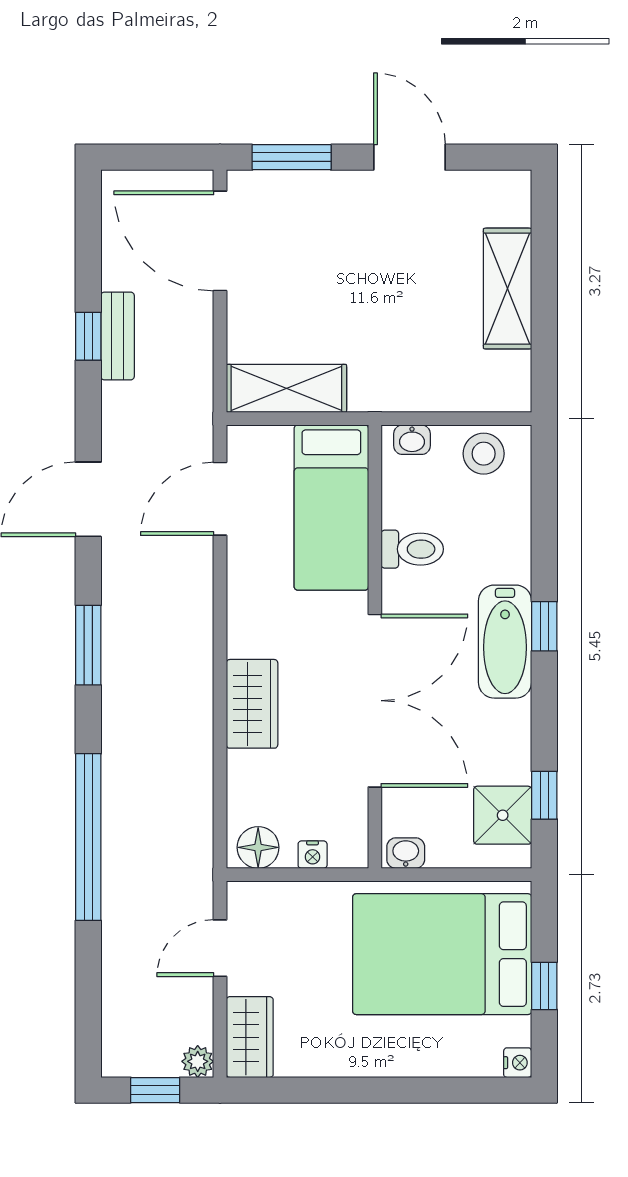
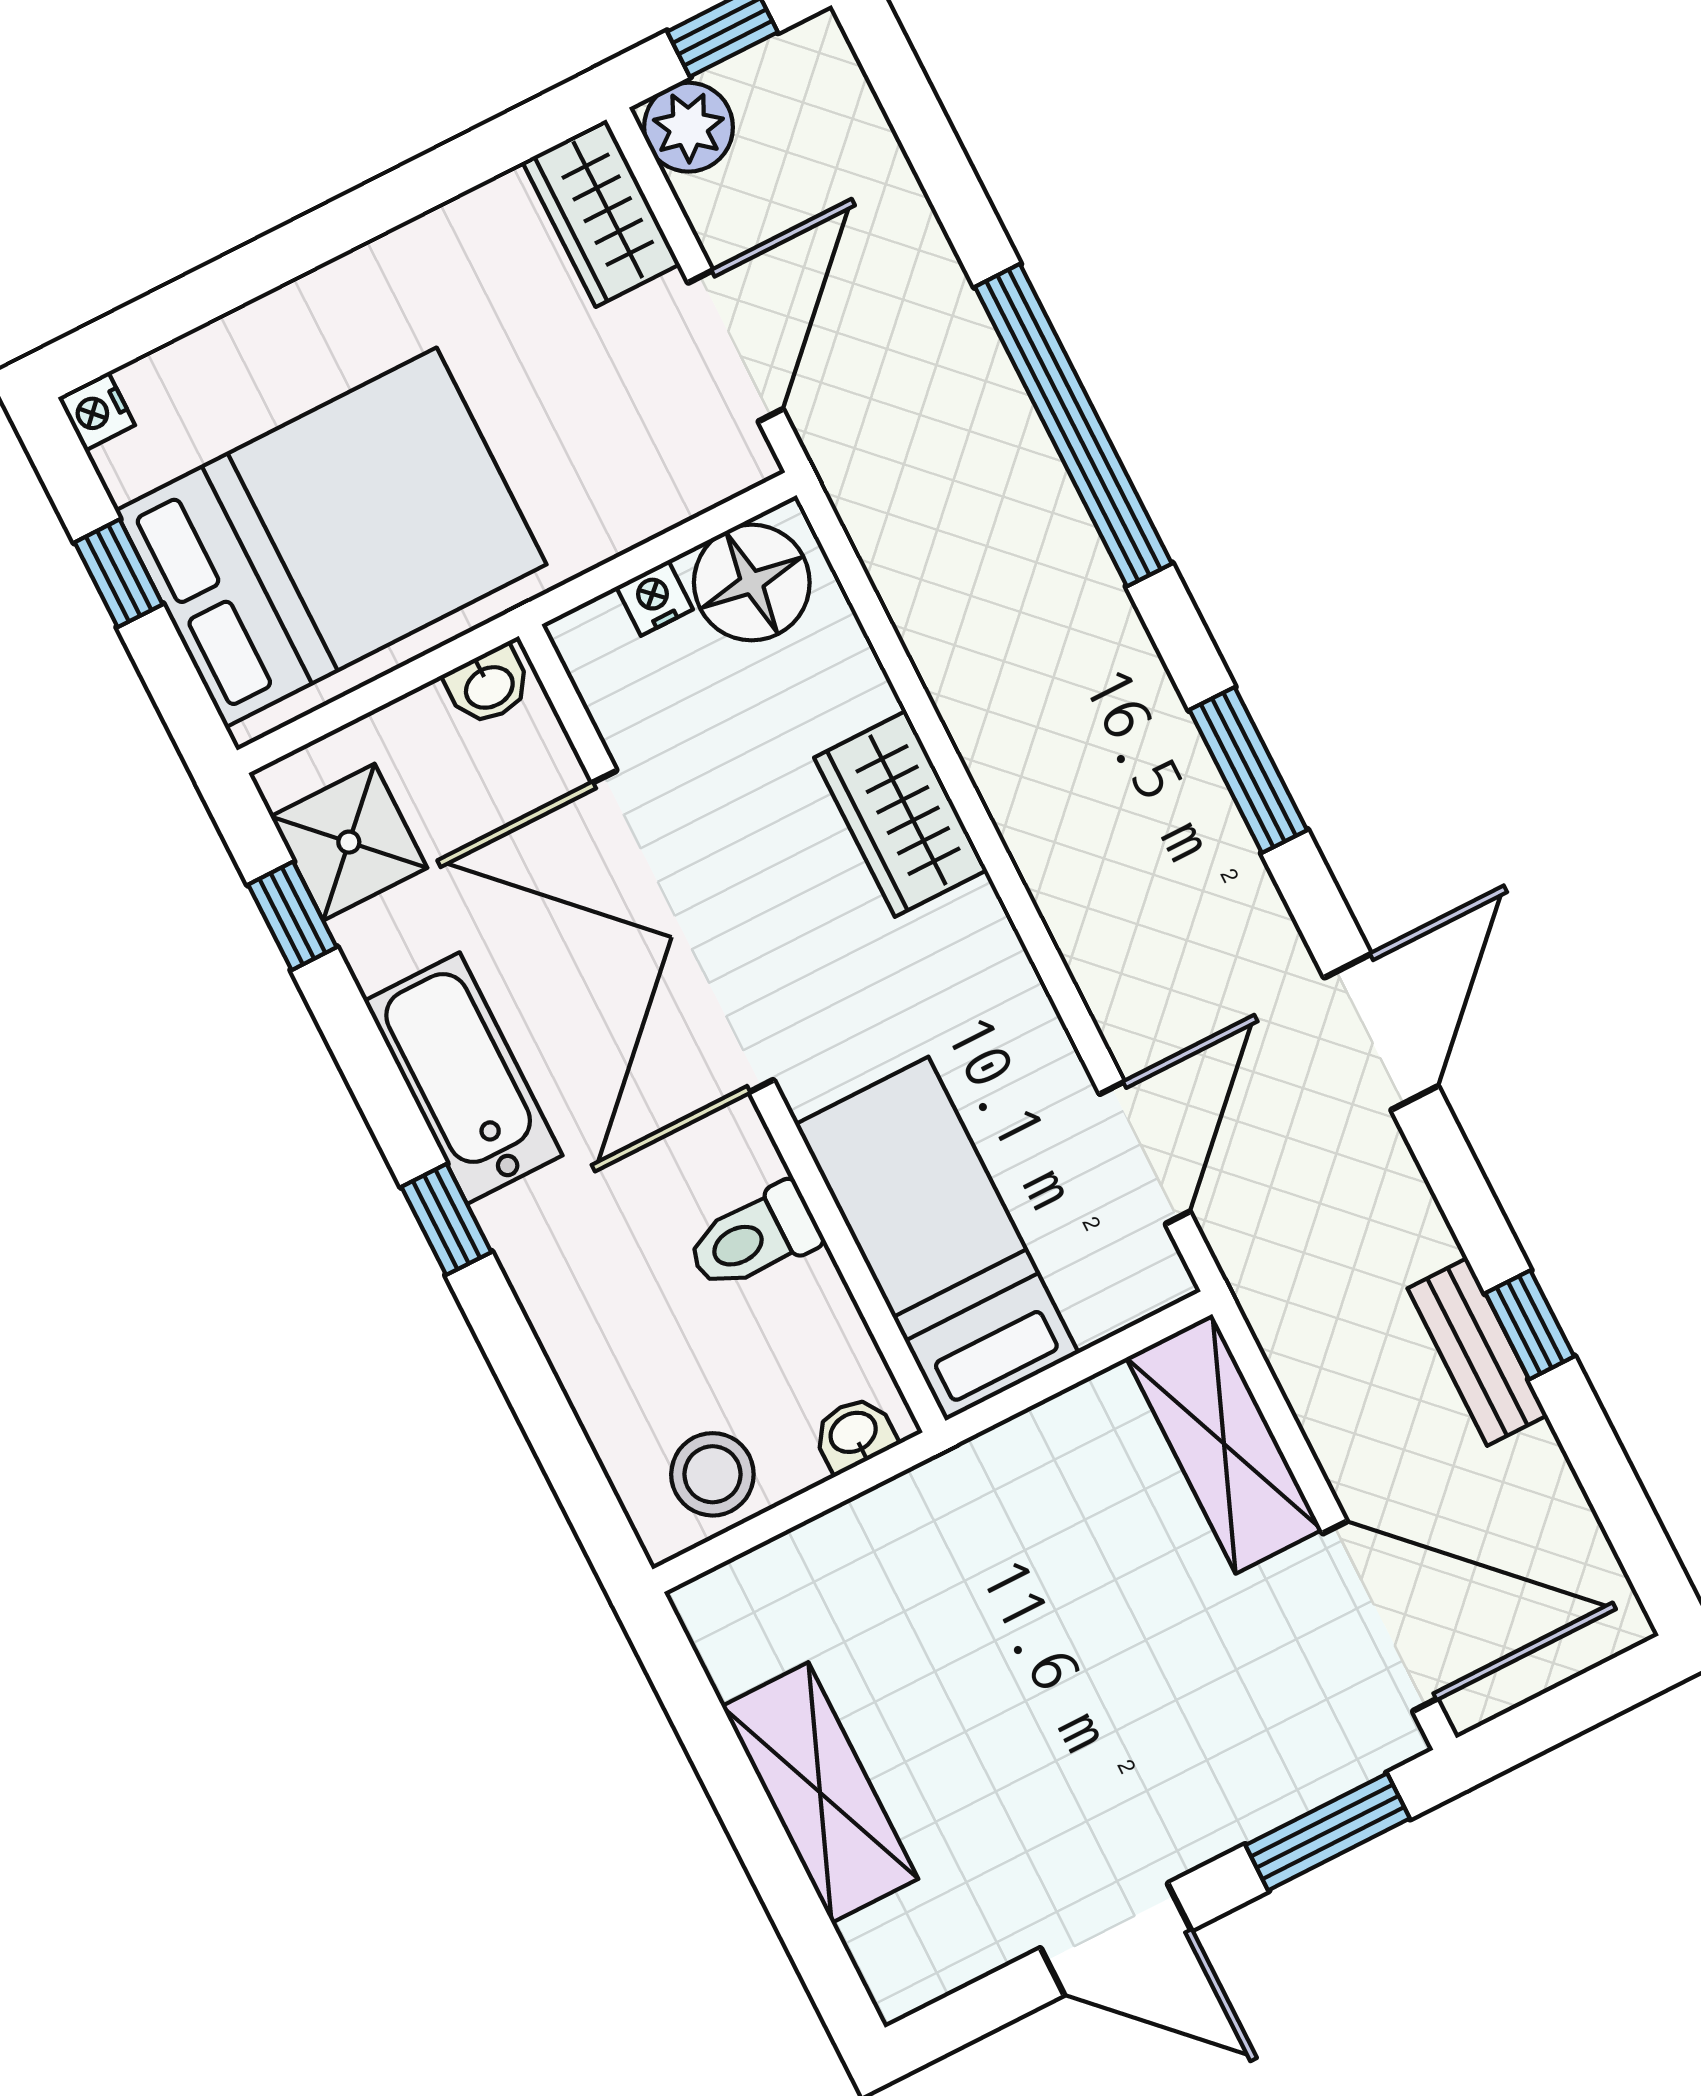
shelving: (286, 388) -> (1224, 1444), moved, turned 90
bathtub: (505, 642) -> (463, 1078), moved
floor lamp: (258, 847) -> (752, 583), width x1.38, depth x1.38
door: (220, 948) -> (735, 346), width x1.38
plant: (198, 1061) -> (689, 127), width x1.38, depth x1.38

